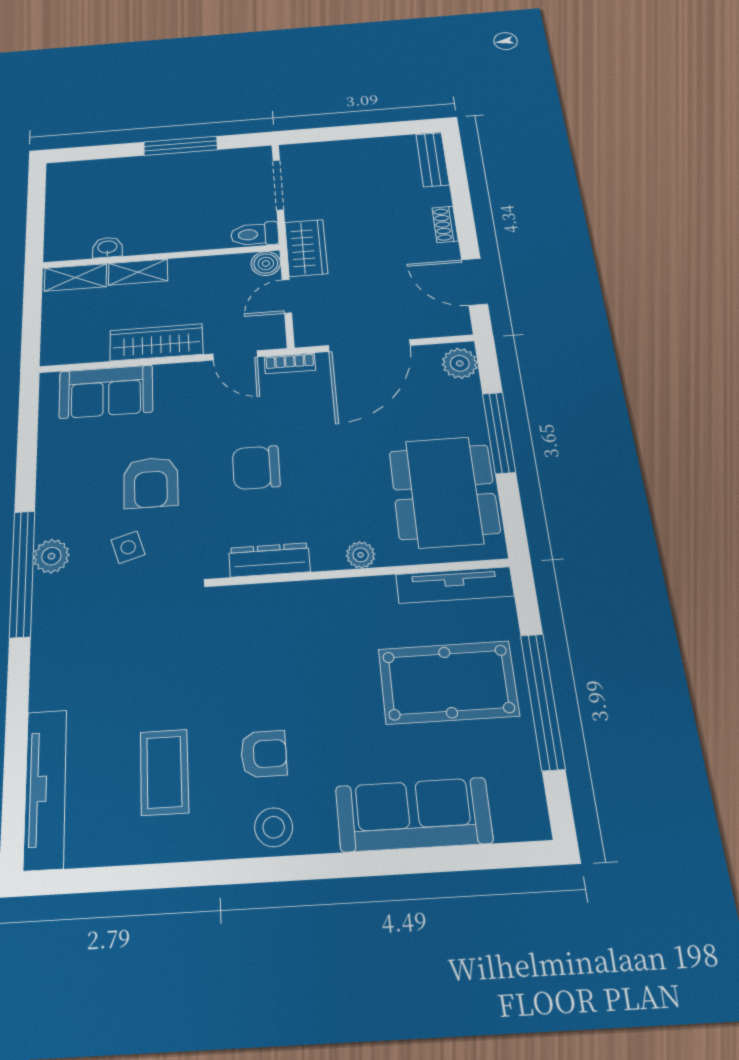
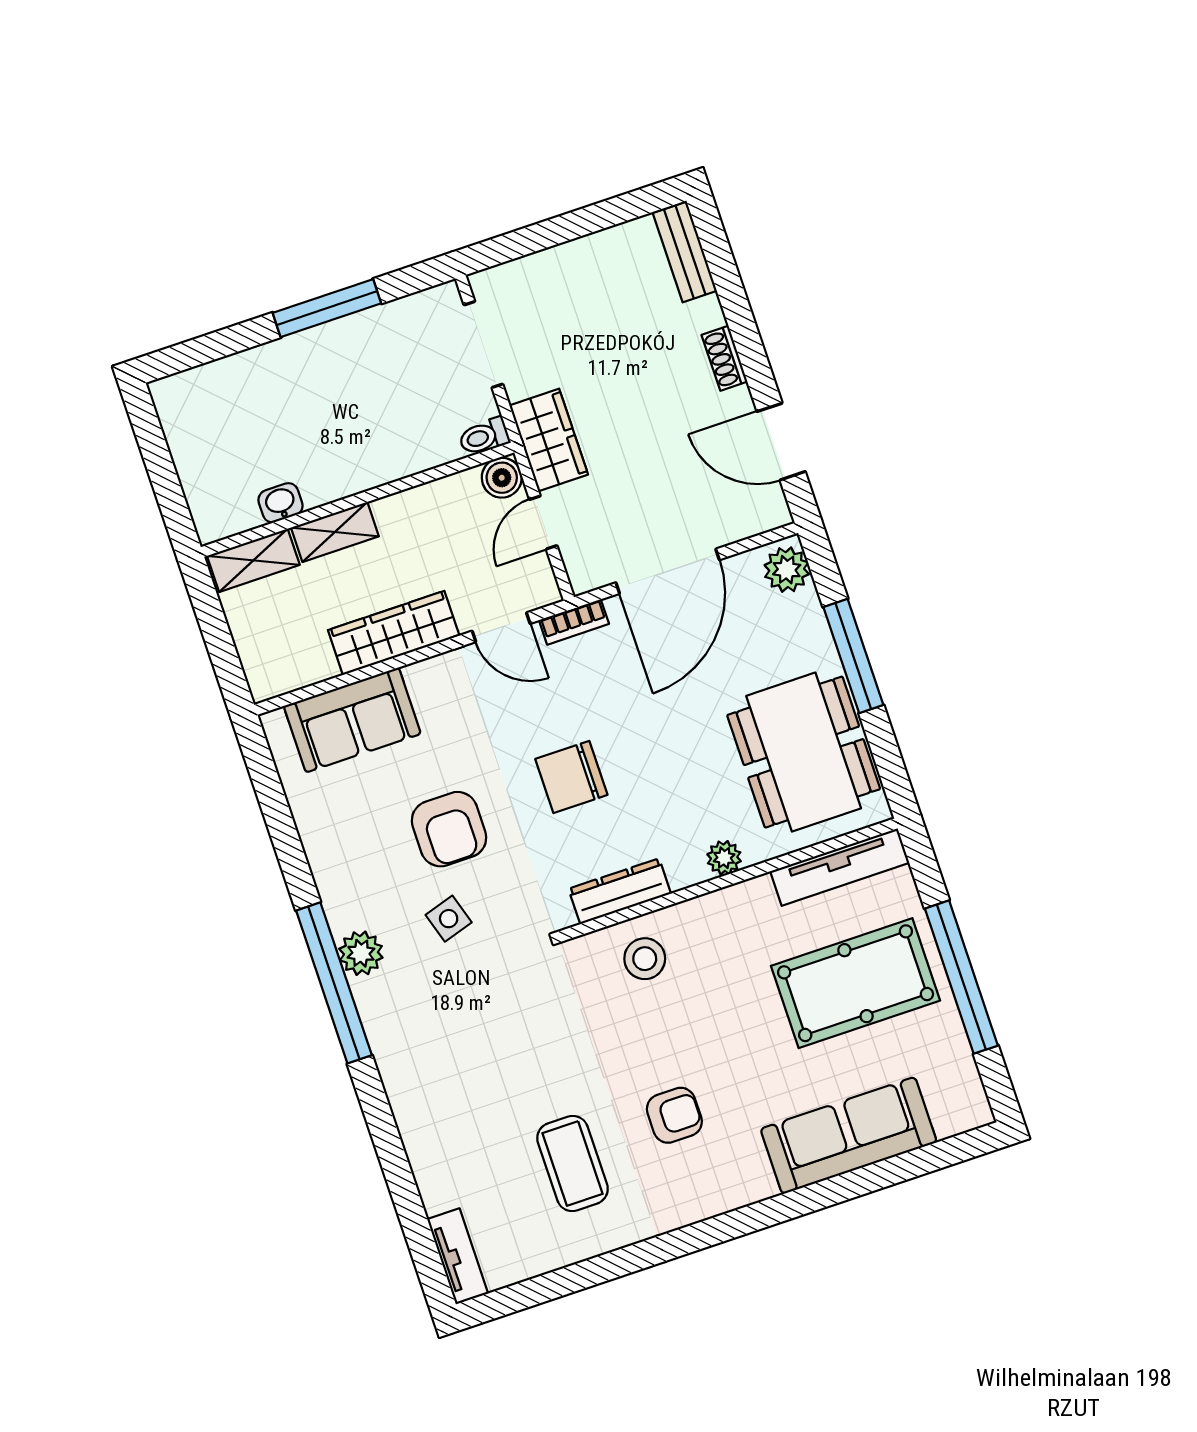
toilet: (255, 234) -> (484, 437), width x0.73, depth x0.72
tv unit: (45, 789) -> (458, 1256), width x0.52, depth x0.78
stool: (274, 827) -> (645, 959), moved

